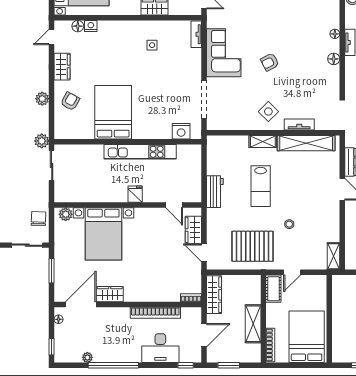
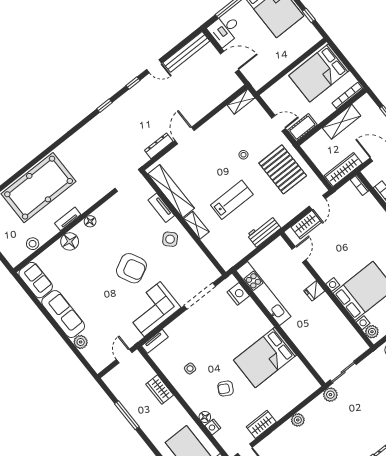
floor lamp: (78, 26) -> (205, 417), moved
floor lamp: (335, 34) -> (70, 241), width x1.89, depth x1.89
armchair: (270, 62) -> (131, 268), width x1.88, depth x1.88
armchair: (70, 101) -> (226, 389), moved
kitchen unit: (140, 152) -> (264, 294), moved

